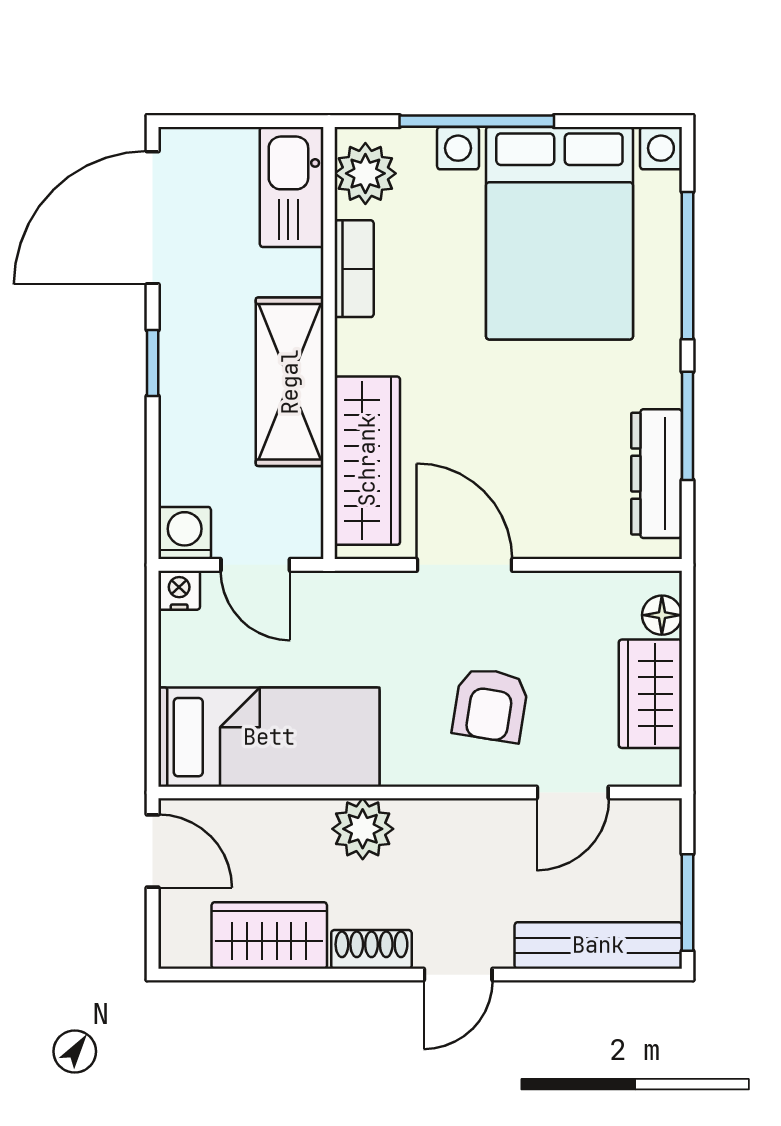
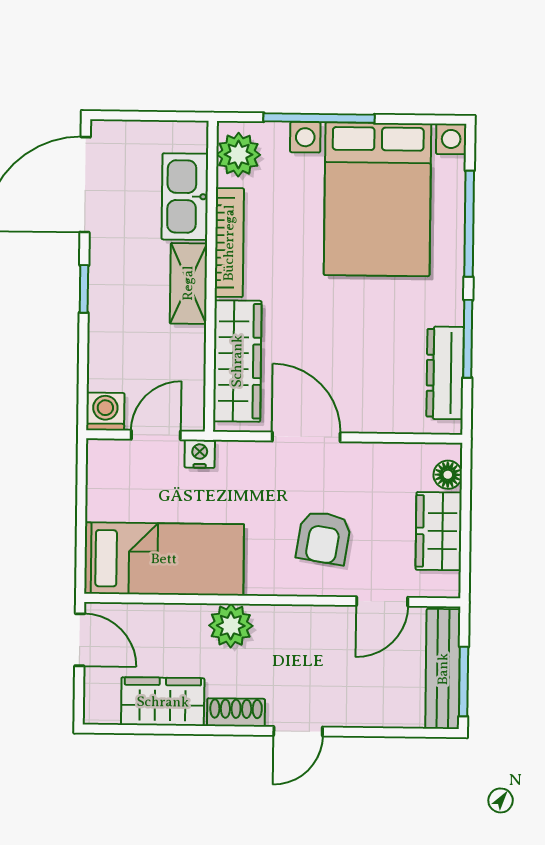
kitchen sink: (292, 187) -> (185, 197), moved
bookcase: (354, 269) -> (229, 243), width x1.56
shelving: (290, 382) -> (188, 283), width x0.67, depth x0.75
door: (255, 565) -> (156, 435), swing flipped
nightstand: (179, 590) -> (200, 454), moved
bench: (598, 945) -> (443, 669), moved, turned 90

